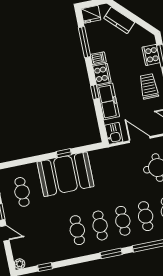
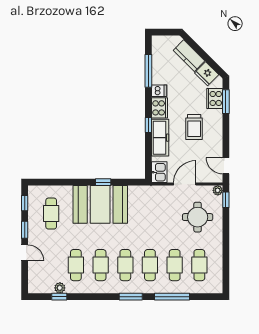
fridge: (91, 14) -> (207, 74), moved, turned 45
trolley: (149, 86) -> (194, 127), moved, turned 180
door: (140, 140) -> (185, 184), hinge flipped
cafe table: (55, 235) -> (76, 265), added
plant: (20, 264) -> (60, 288), moved

